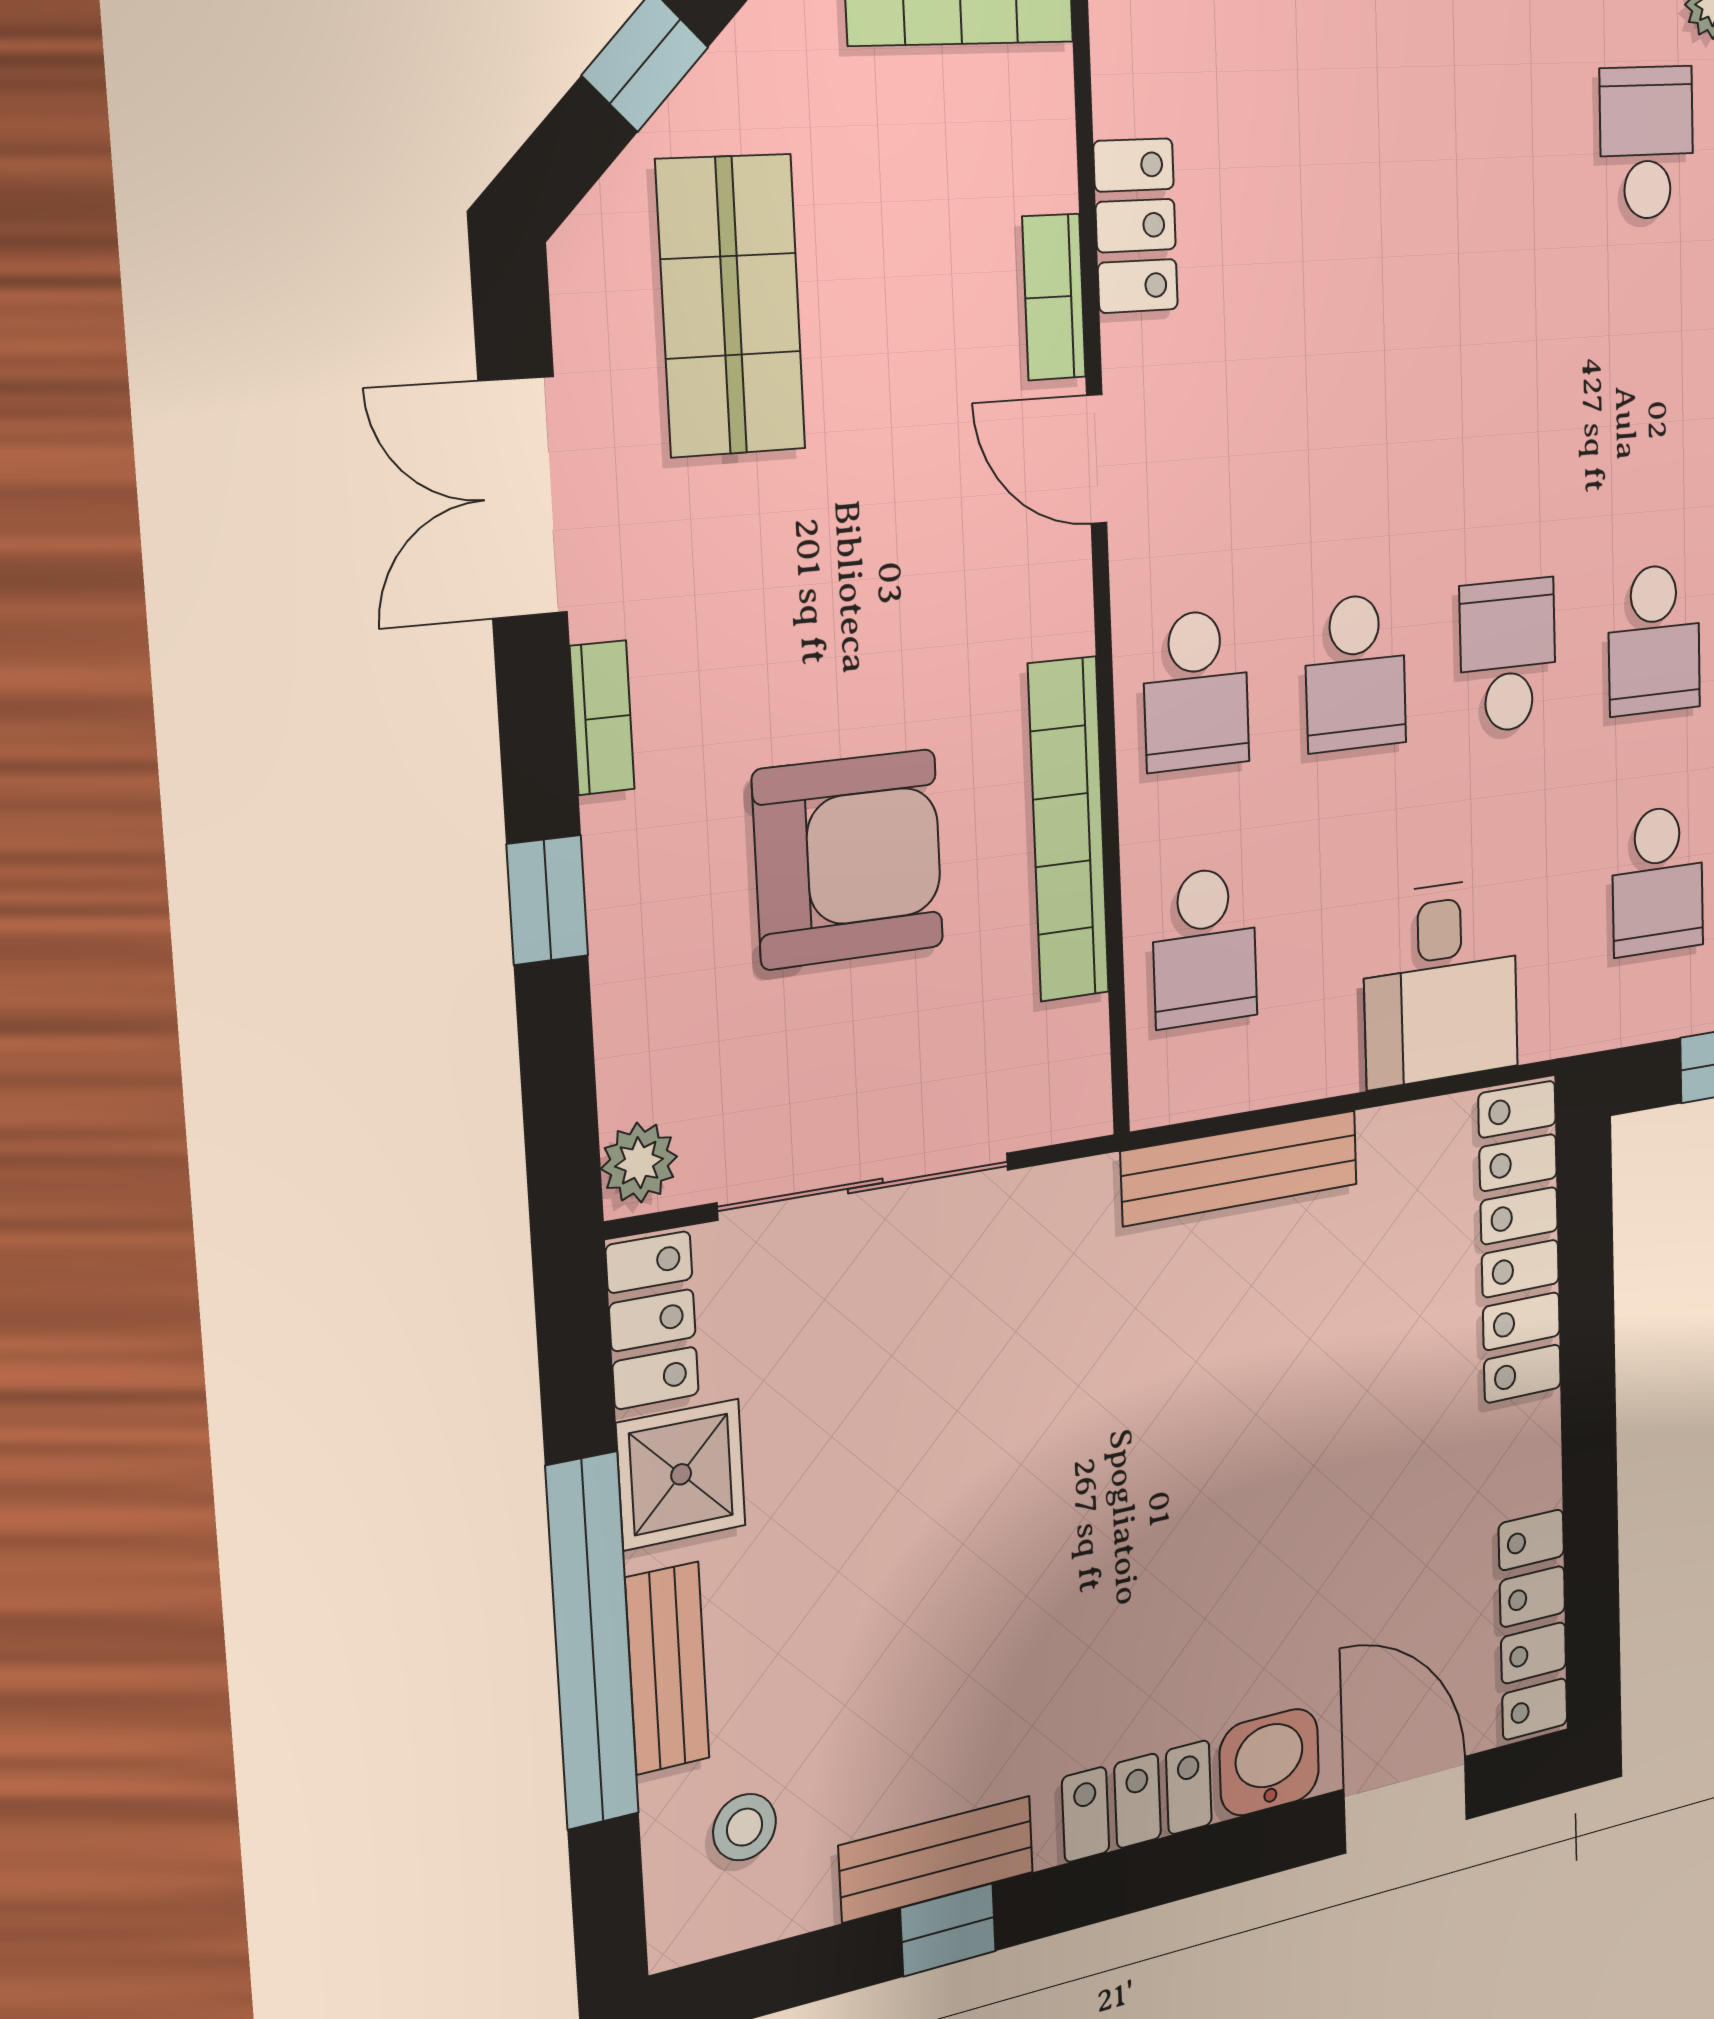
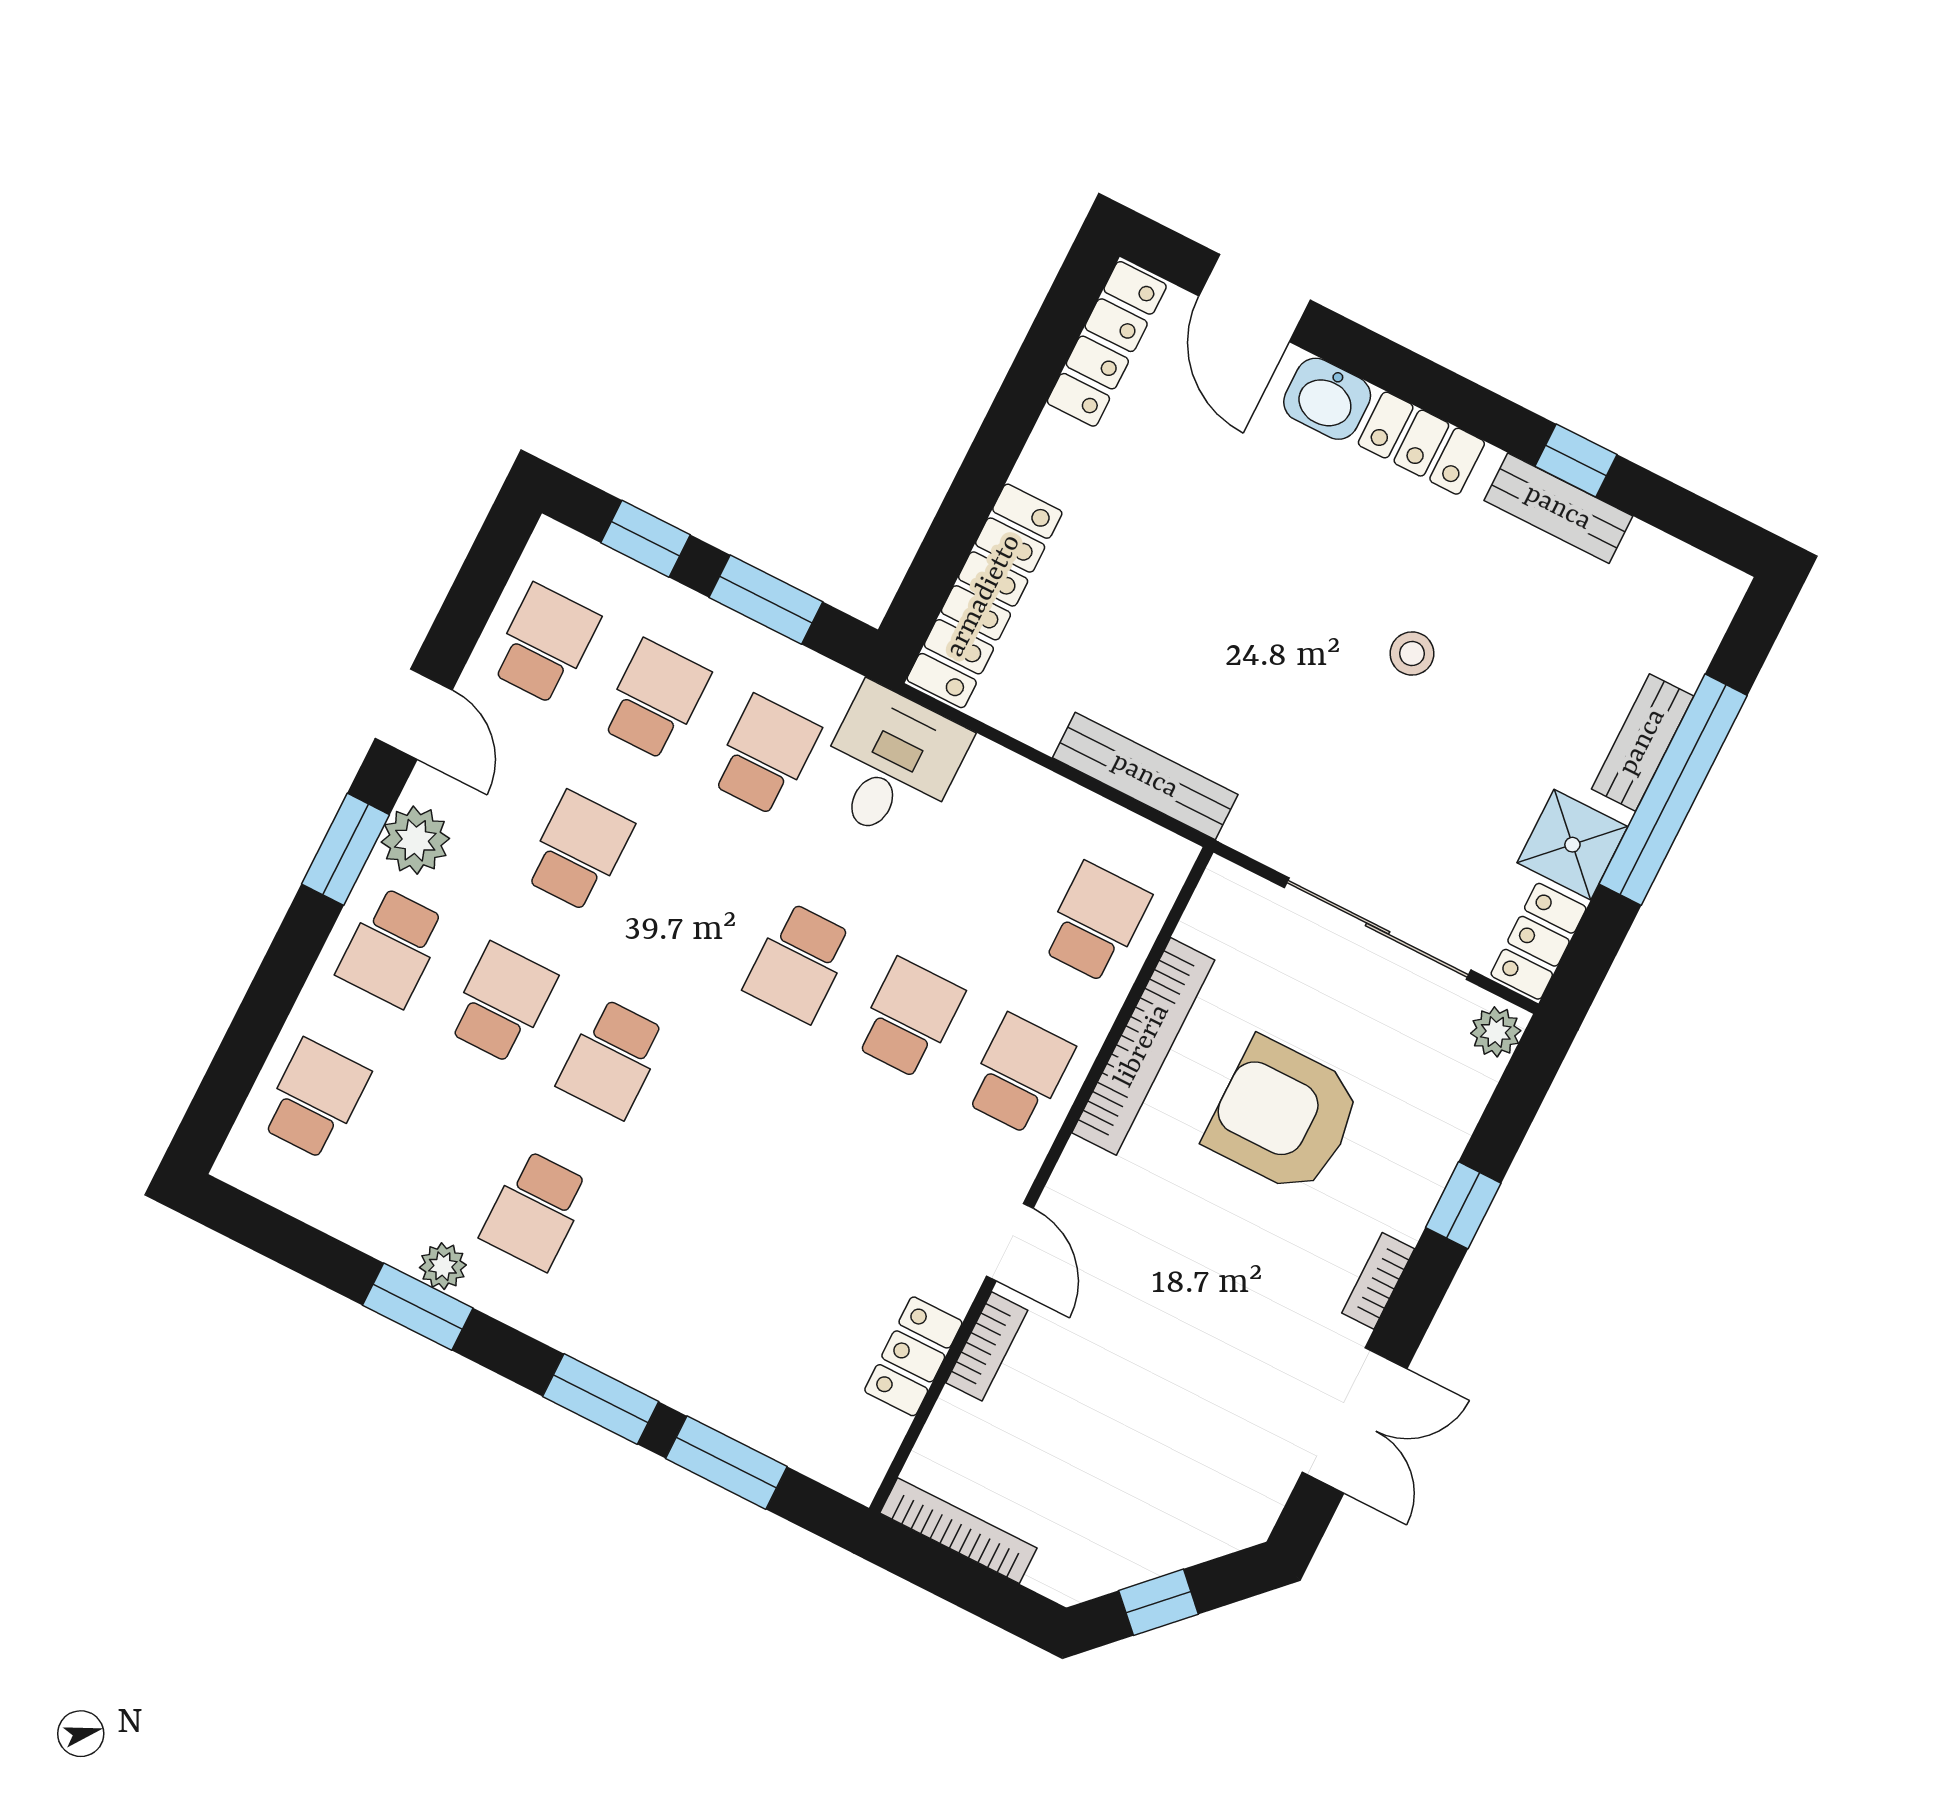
shop shelf: (731, 306) -> (1182, 1451), removed
school desk: (1654, 639) -> (612, 1059), moved, turned 180
desk: (1441, 982) -> (891, 764), moved
stool: (745, 1827) -> (1412, 654), moved

